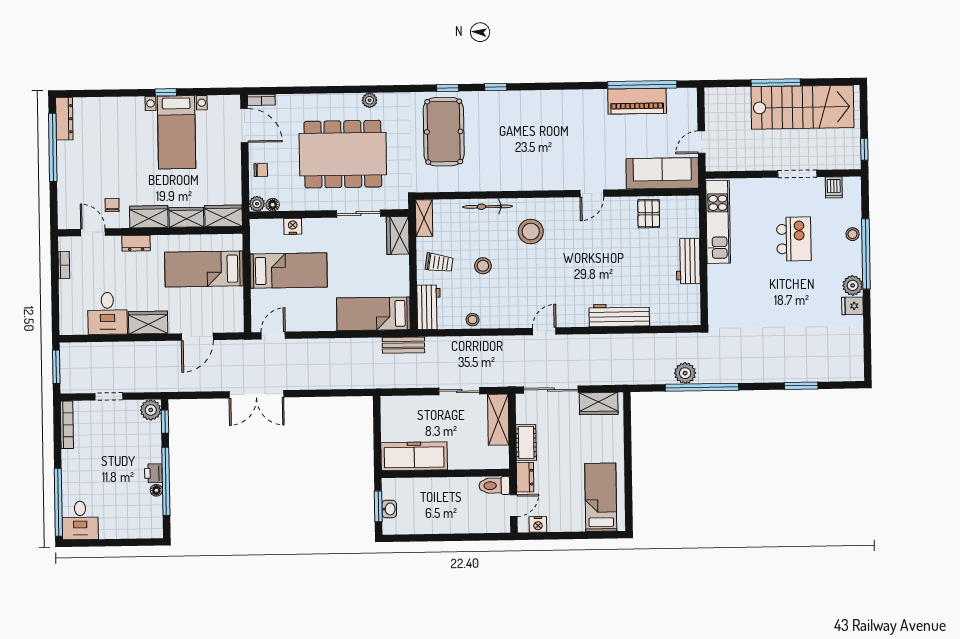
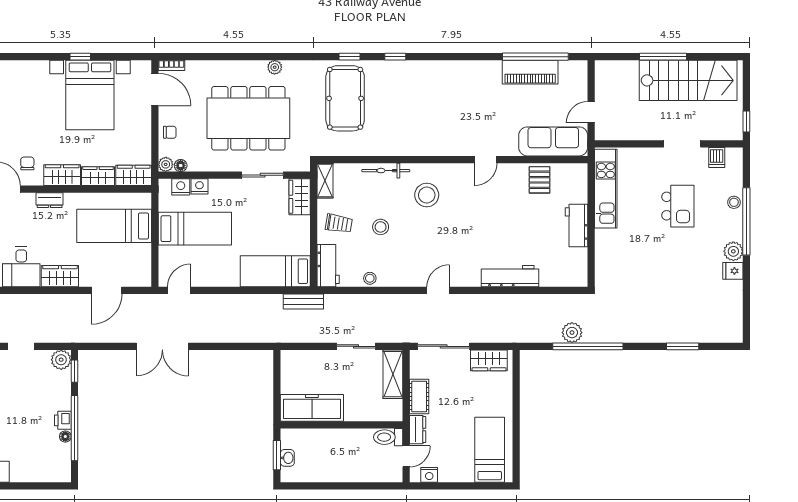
bed with nightstands: (177, 132) -> (90, 95), width x1.36
nightstand: (273, 227) -> (181, 187), added

